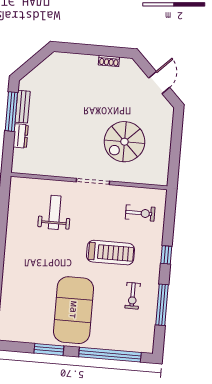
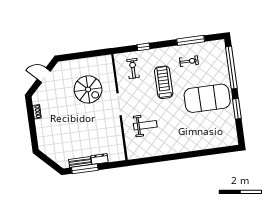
weight bench: (55, 212) -> (145, 125), turned 180
window: (166, 255) -> (143, 47), moved

